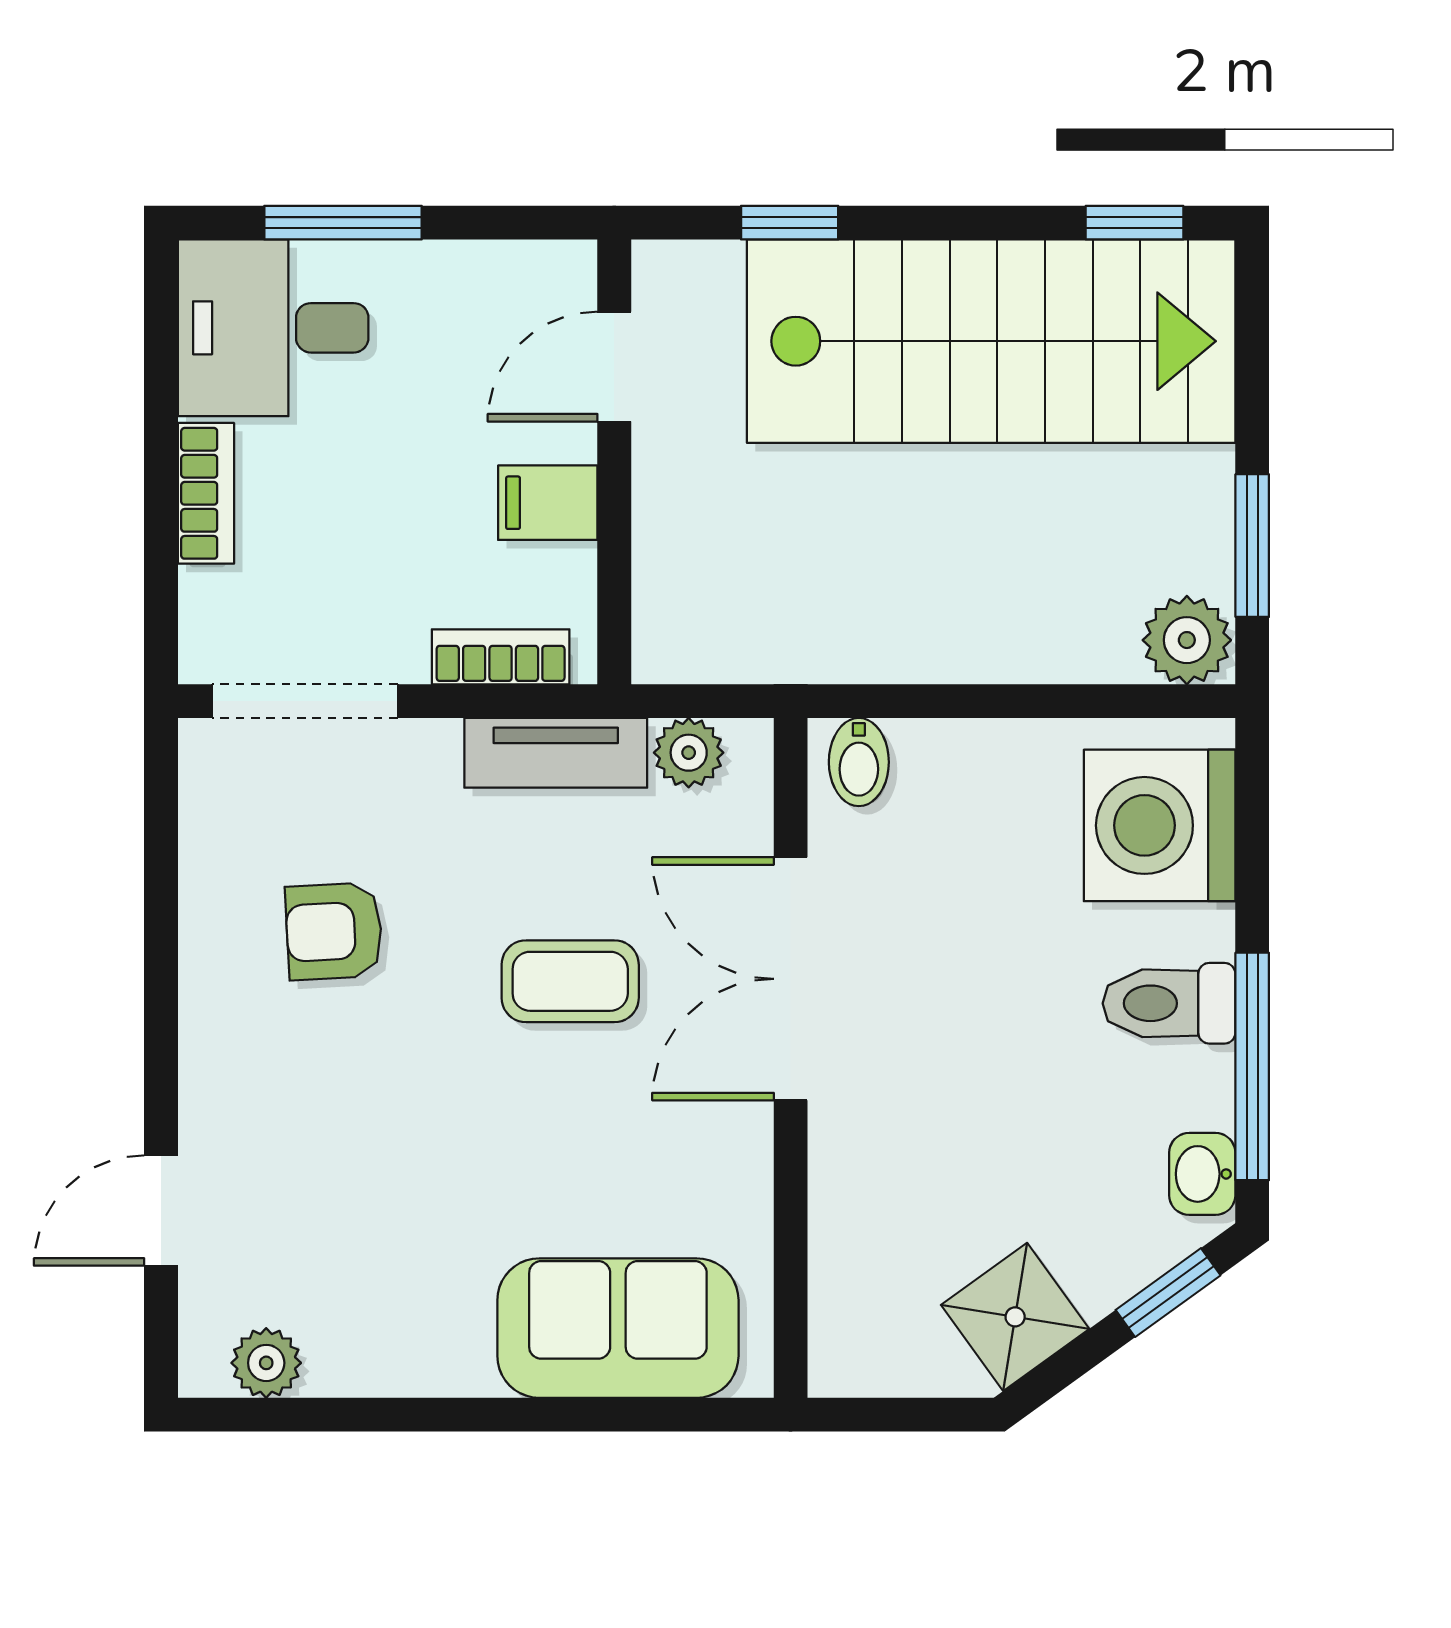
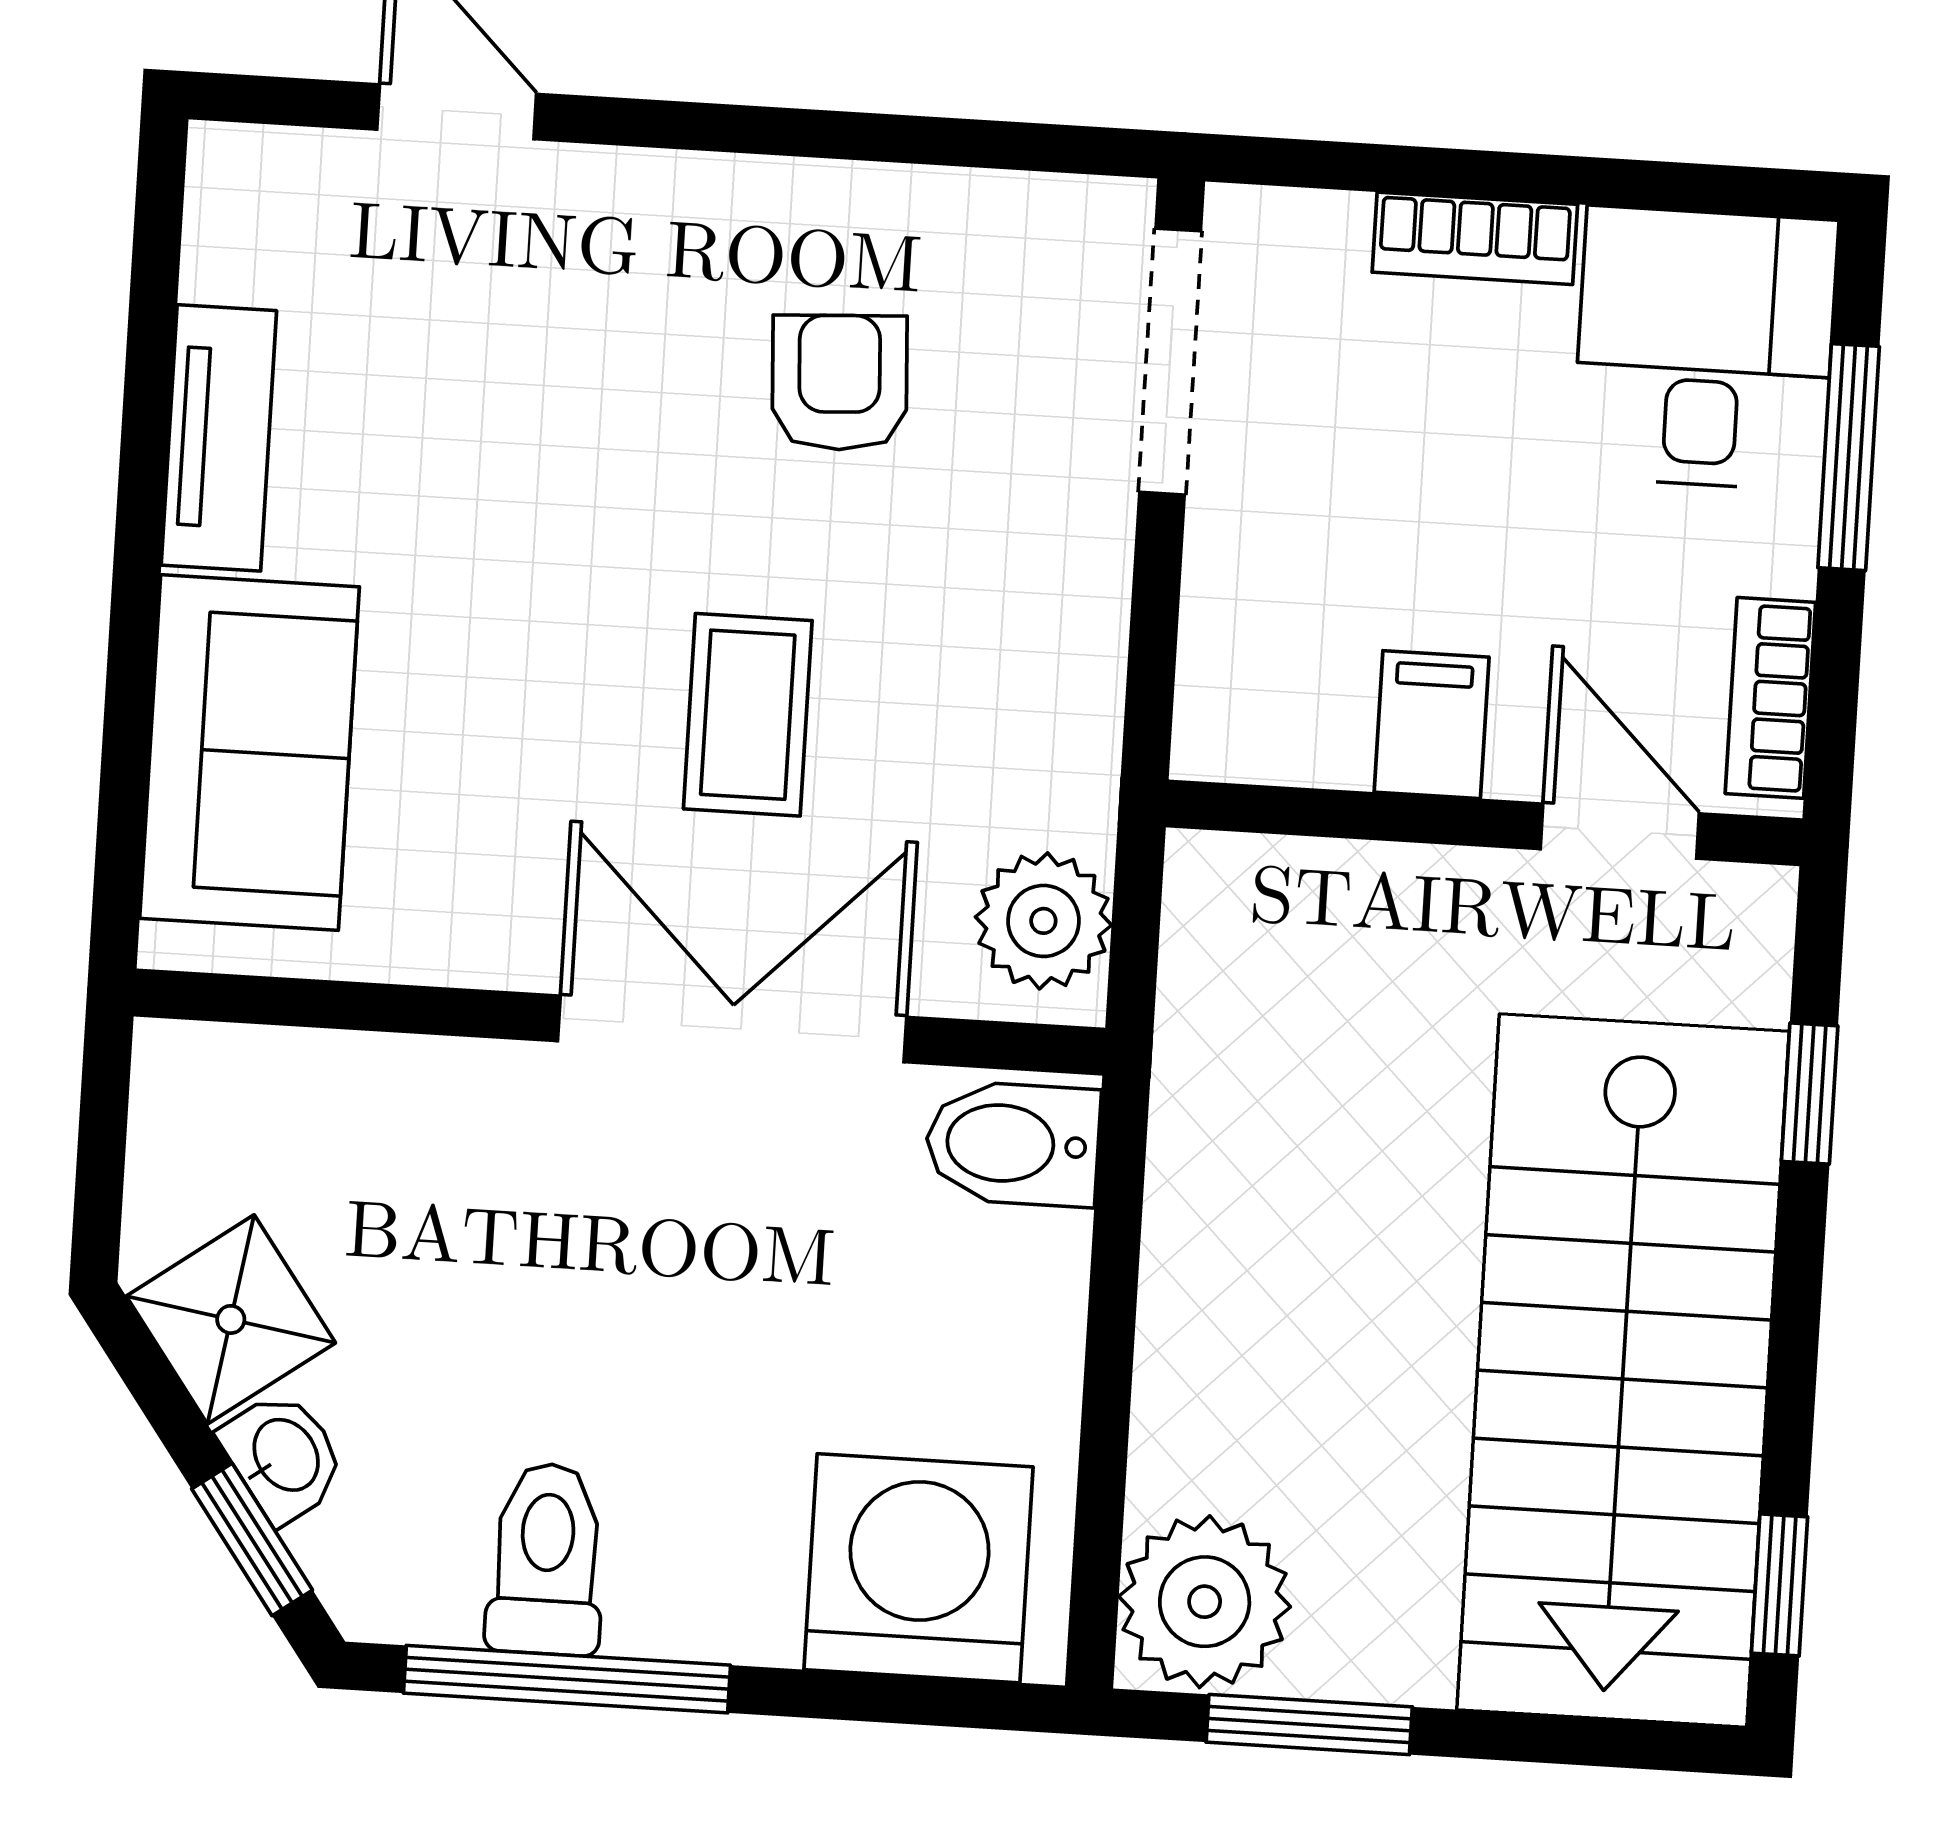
plant: (1187, 640) -> (1205, 1602), width x1.36, depth x1.36
bookcase: (501, 657) -> (1770, 698), moved, turned 180
tv unit: (556, 753) -> (219, 438), moved, turned 180
plant: (689, 753) -> (1043, 921), width x1.38, depth x1.38
bidet: (859, 762) -> (1012, 1144), width x1.38, depth x1.36
toilet: (1169, 1003) -> (546, 1559), moved
washbasin: (1202, 1174) -> (284, 1456), moved, turned 54
plant: (266, 1363) -> (230, 248), removed

